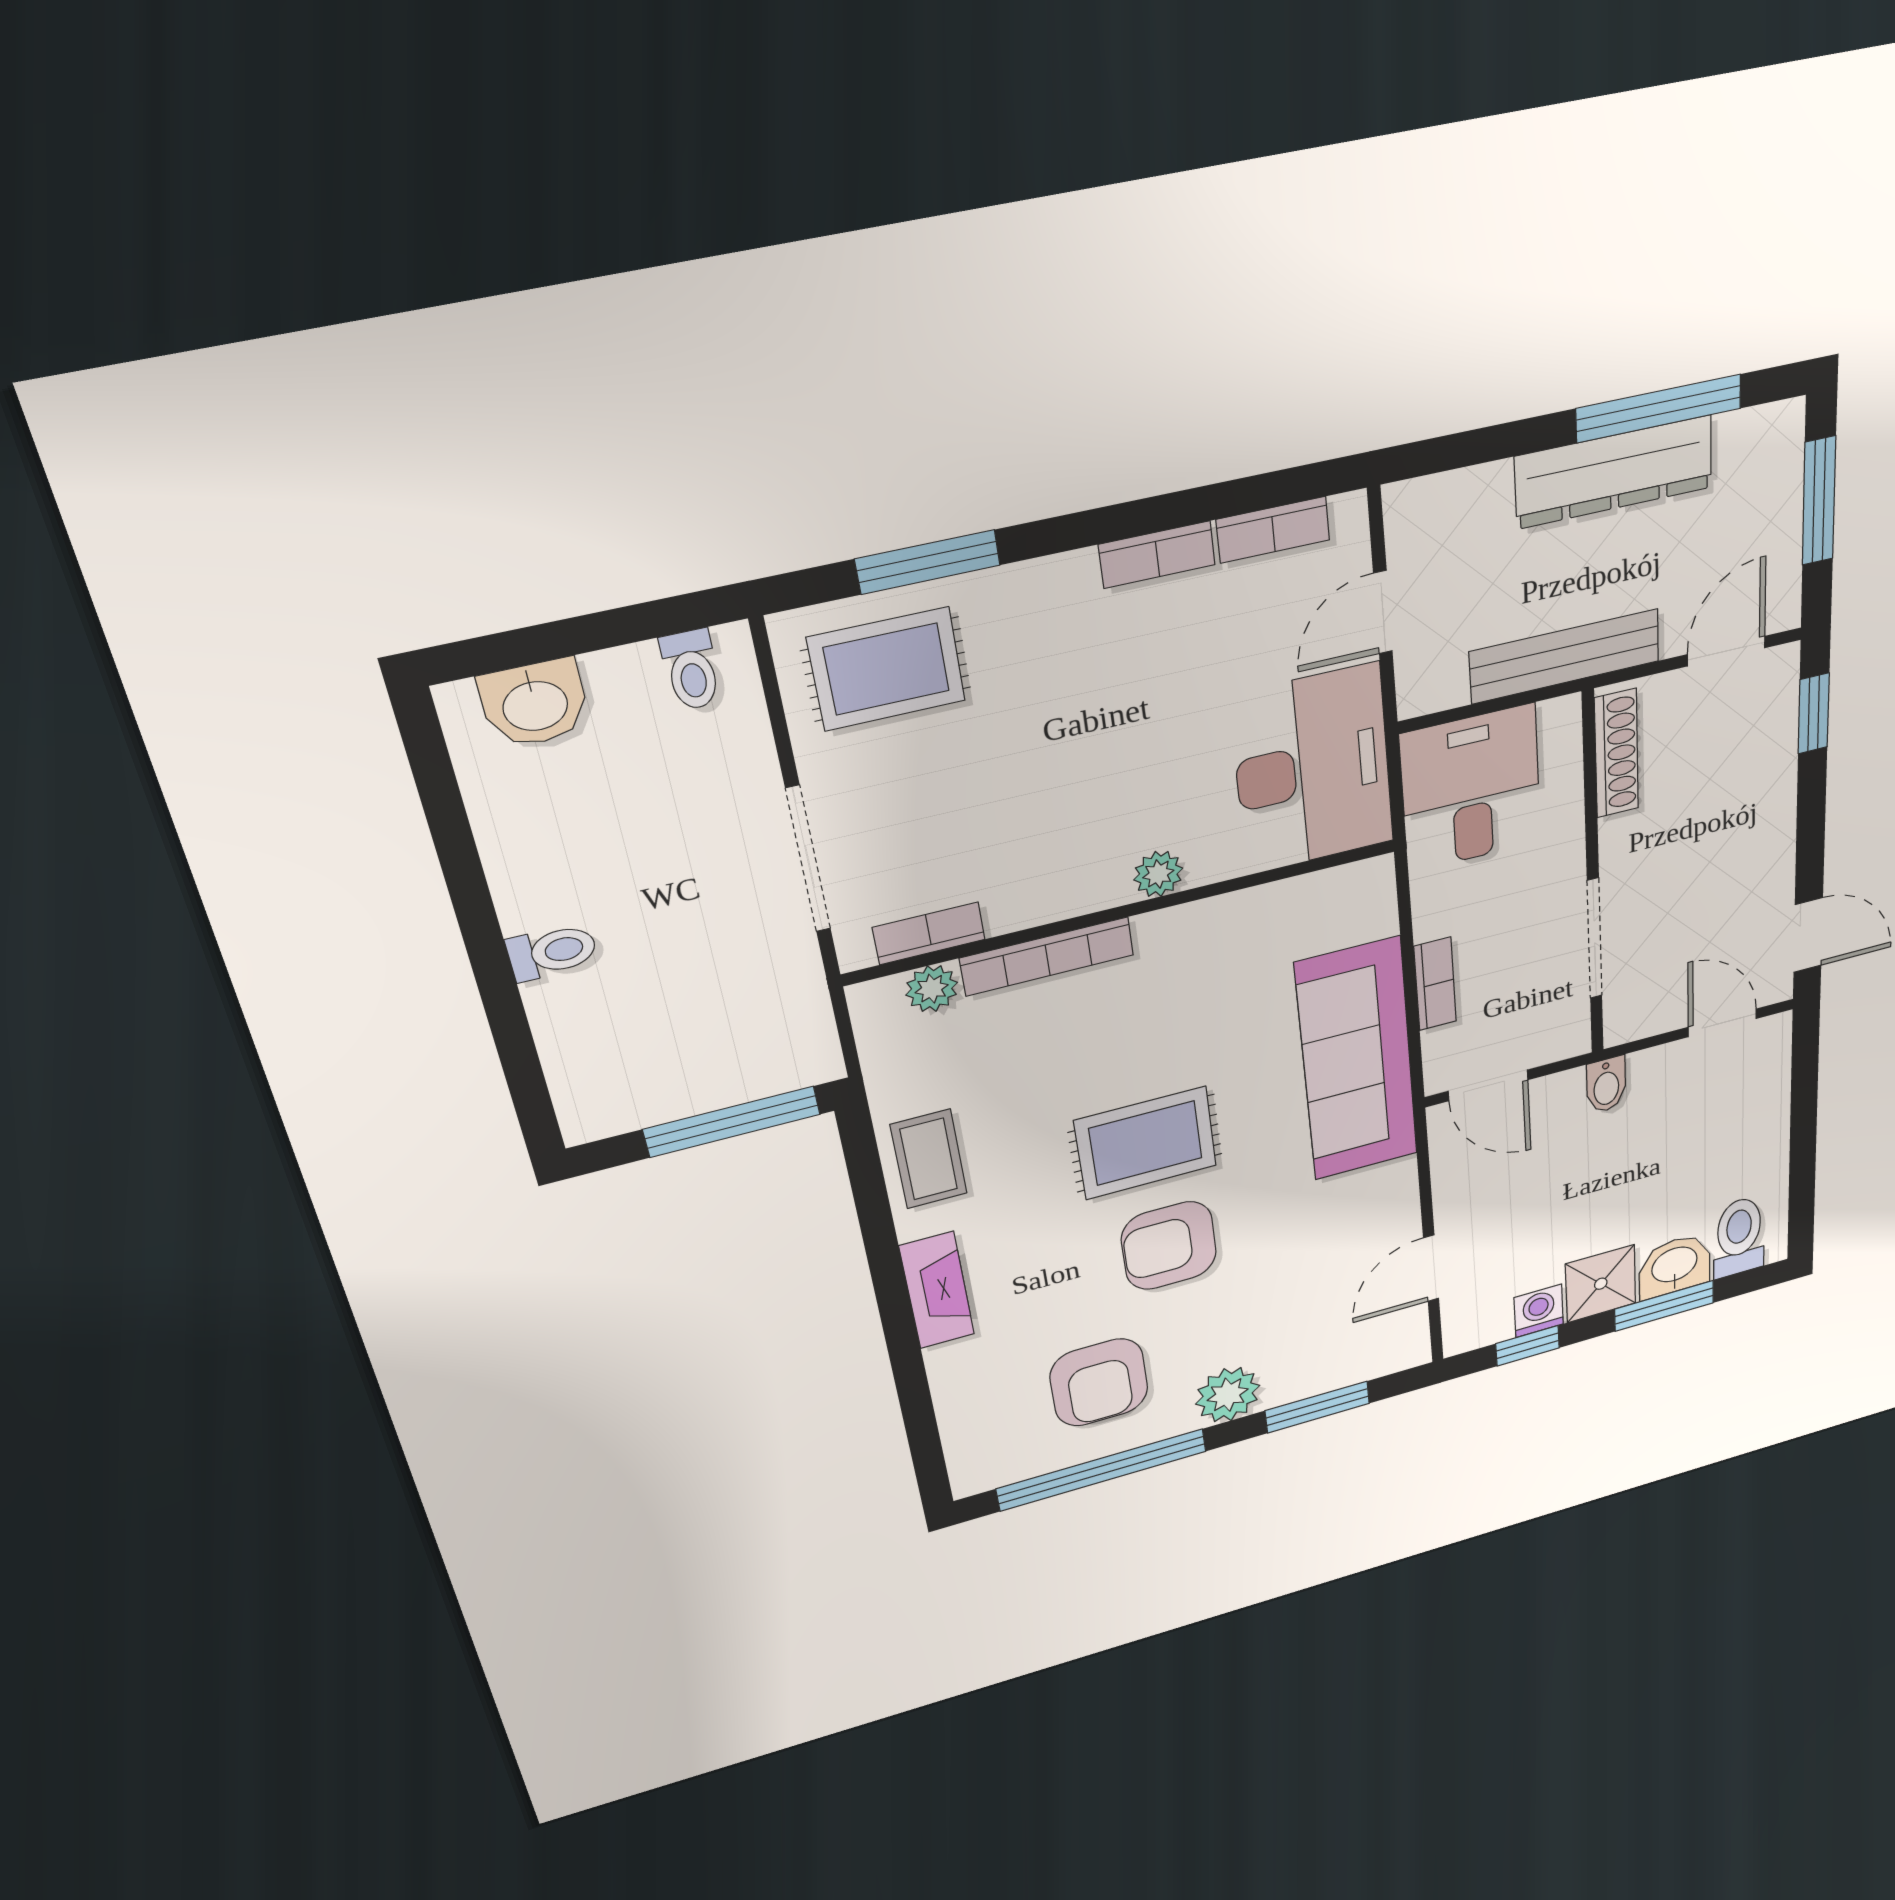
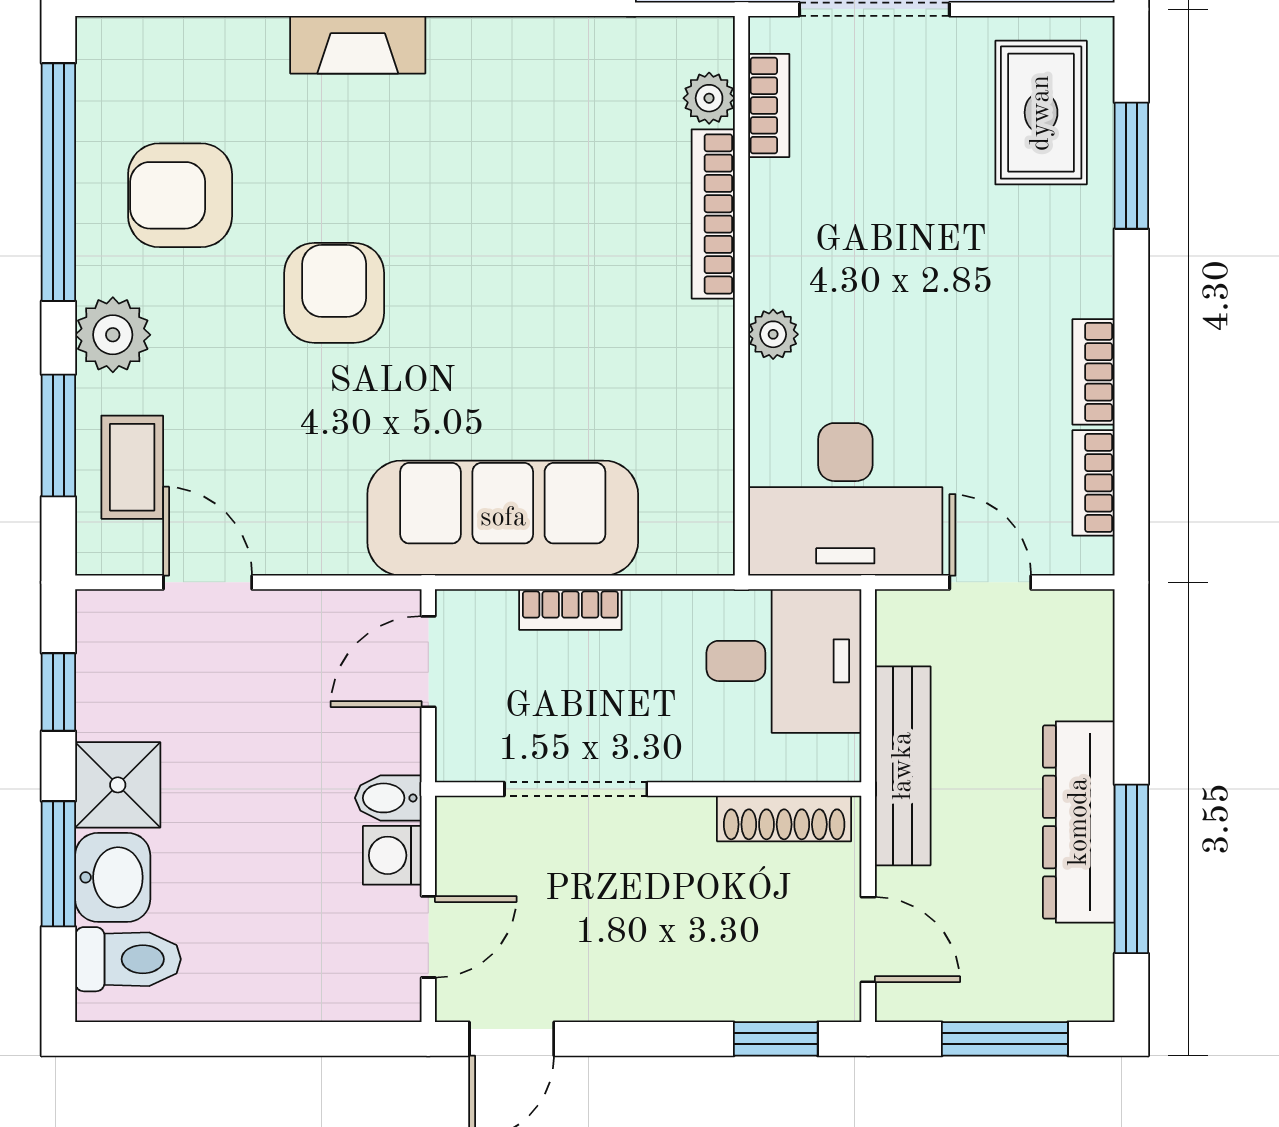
rug: (1146, 1143) -> (470, 284), removed
coffee table: (929, 1159) -> (132, 467), moved, turned 90
washing machine: (1539, 1311) -> (392, 855), moved, turned 180

